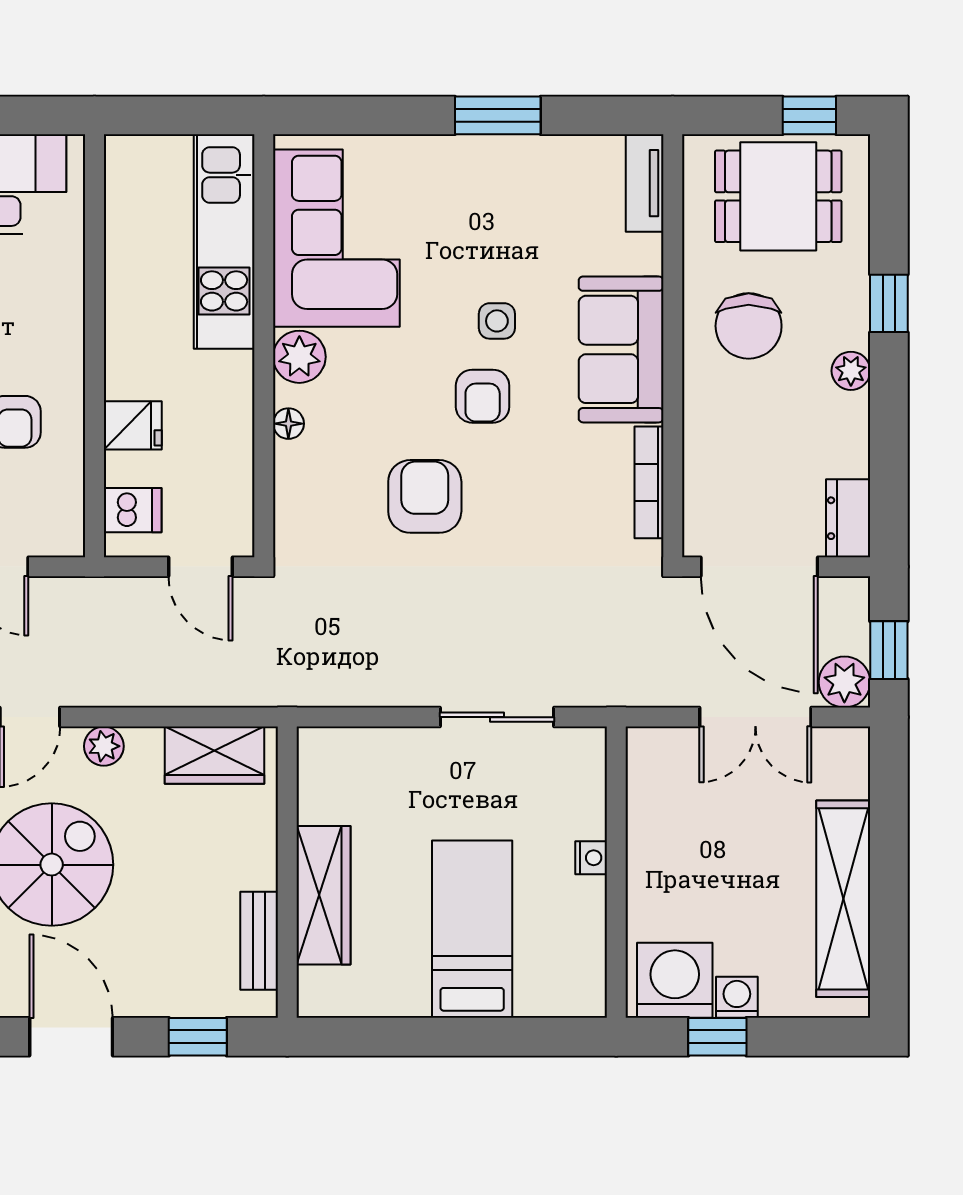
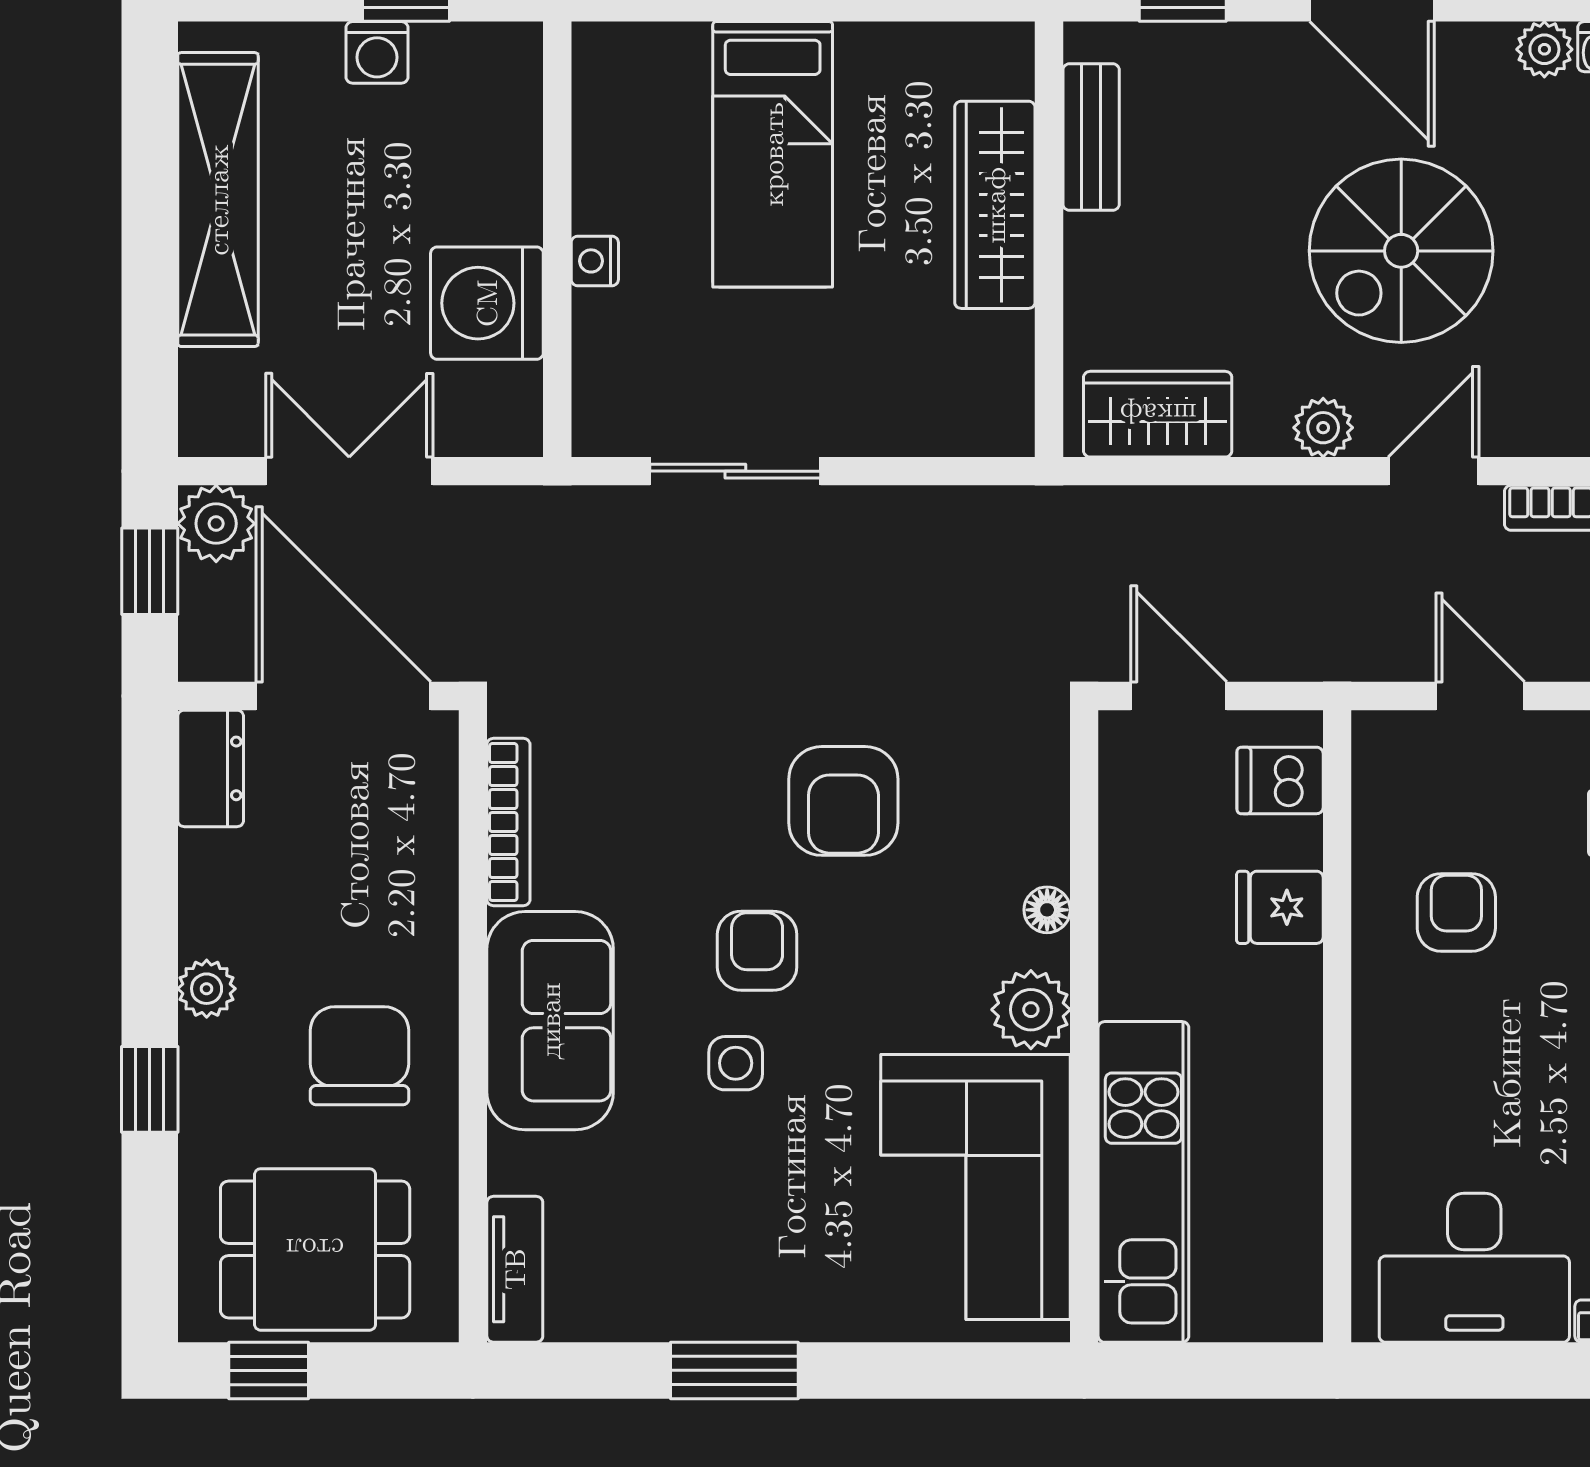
washing machine: (675, 980) -> (487, 303), moved, turned 90

